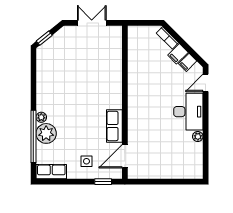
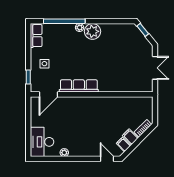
desk: (188, 112) -> (42, 142), moved, turned 90
row of seats: (114, 126) -> (79, 86), width x1.48
plant: (46, 133) -> (93, 31), moved
door: (125, 156) -> (48, 94), swing flipped

